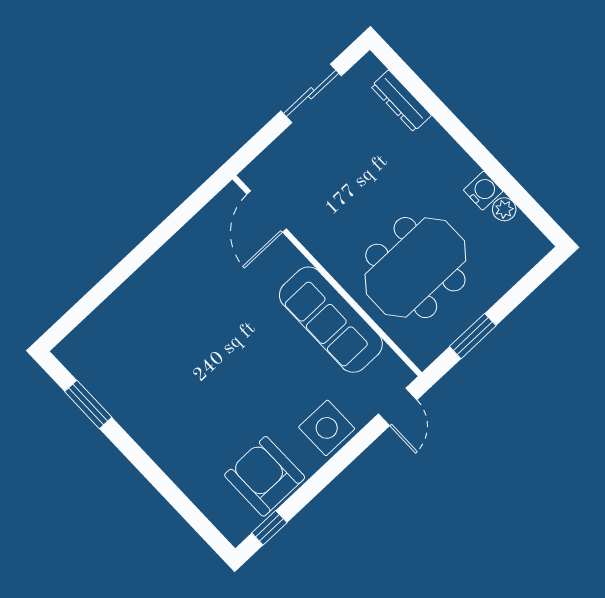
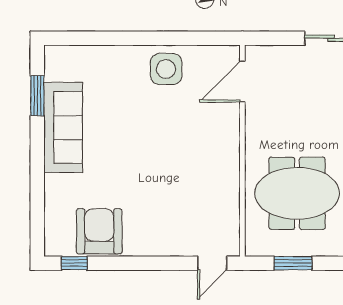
sofa: (331, 320) -> (63, 127), moved, turned 180
side table: (327, 428) -> (166, 69), moved

